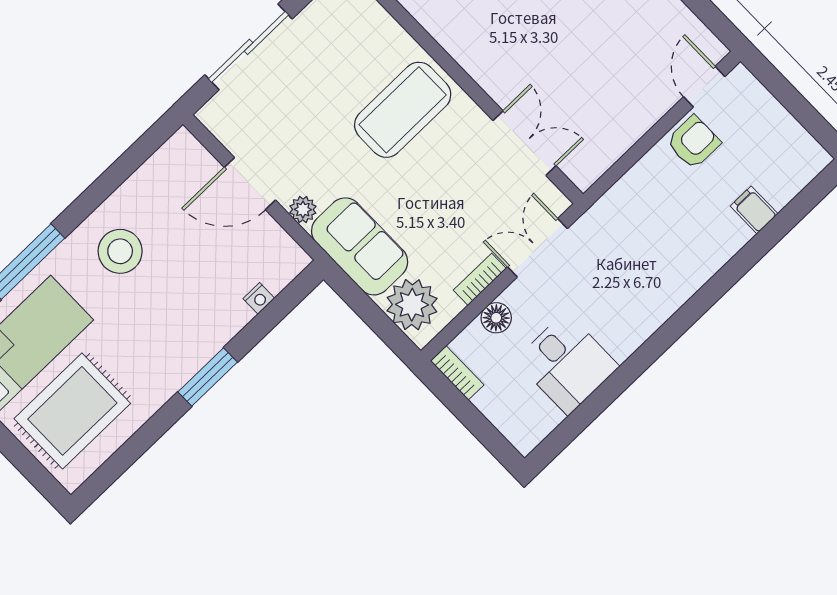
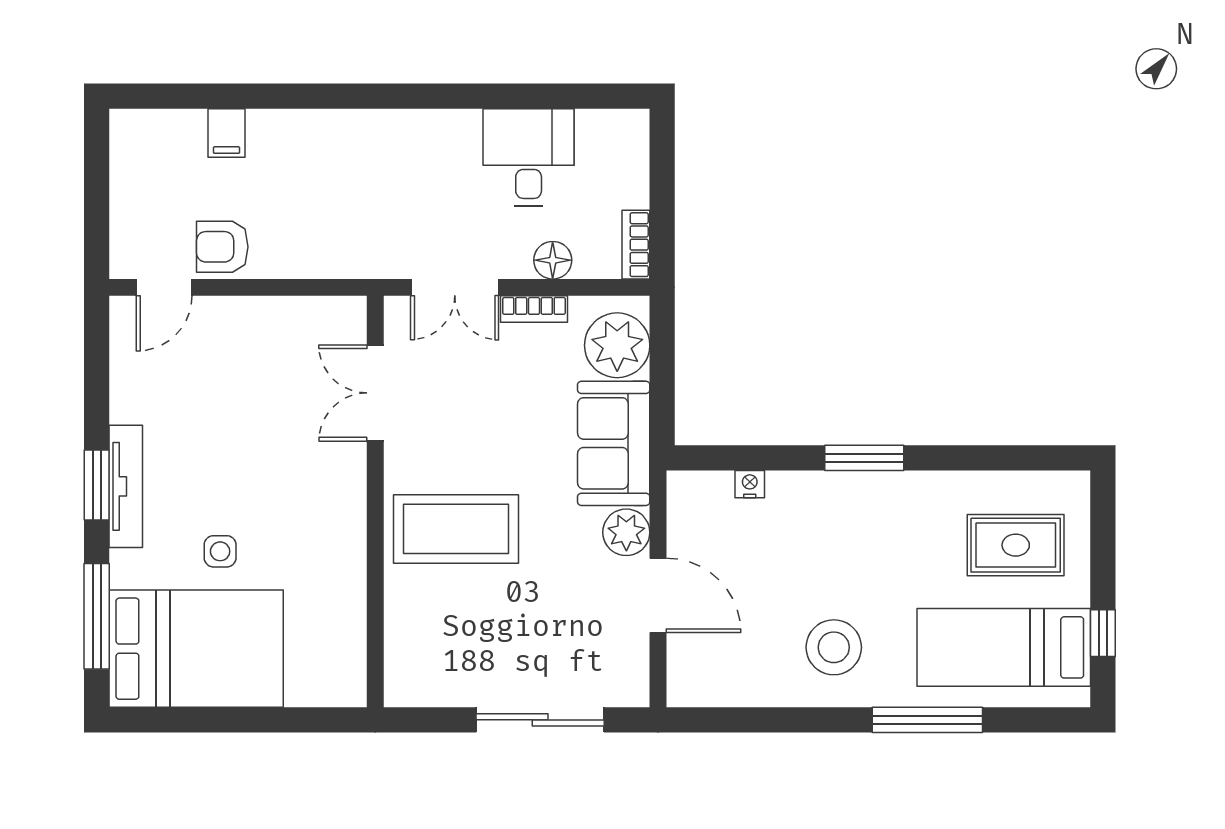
plant: (303, 209) -> (626, 532), width x1.38, depth x1.38
rug: (72, 411) -> (1016, 545), width x0.73, depth x0.70

